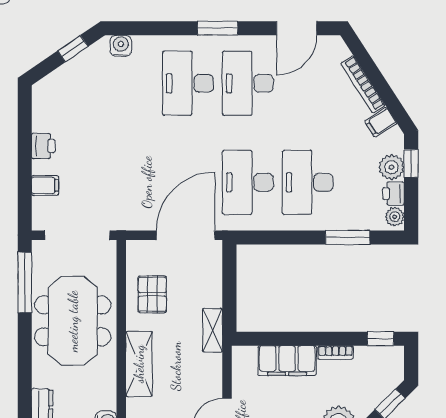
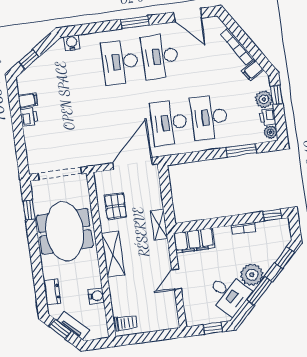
door: (297, 28) -> (188, 15), hinge flipped
window: (73, 49) -> (29, 59), moved
filing cabinet: (45, 185) -> (28, 100), moved
window: (25, 282) -> (29, 210), width x0.46
filing cabinet: (287, 361) -> (194, 241), moved

